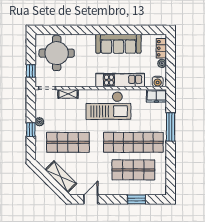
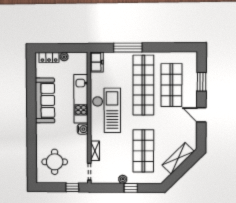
round table: (57, 53) -> (55, 162), width x0.73, depth x0.73
water cooler: (158, 82) -> (83, 129), moved
door: (91, 199) -> (201, 115), moved

